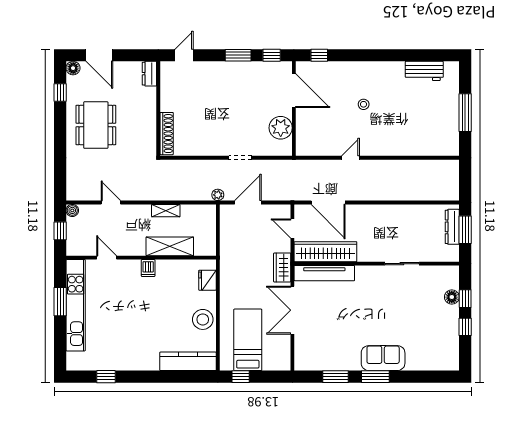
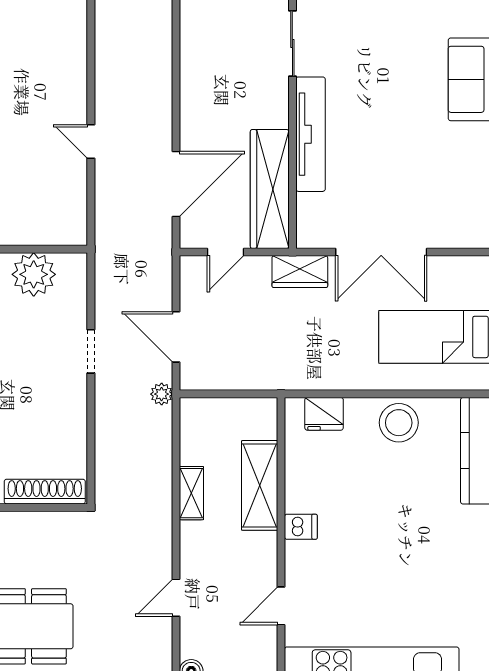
tv unit: (324, 273) -> (311, 134), moved

